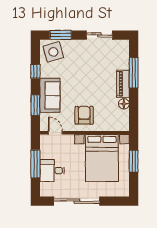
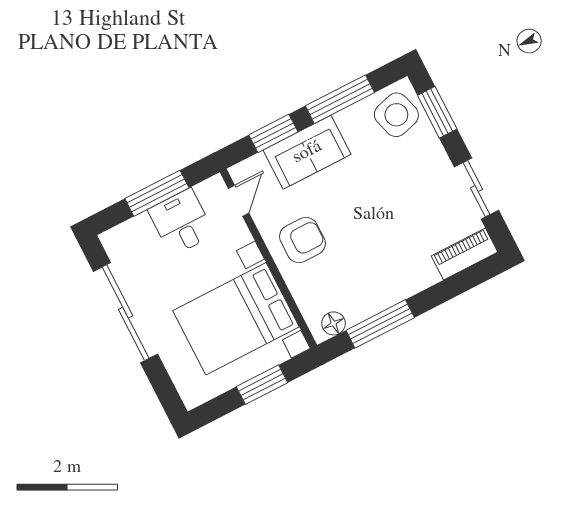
window: (35, 71) -> (340, 99), width x2.17
window: (134, 73) -> (380, 324), moved
piano: (123, 84) -> (464, 254), moved
floor lamp: (124, 104) -> (334, 323), moved
desk: (52, 171) -> (181, 222), moved

